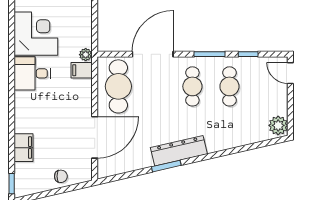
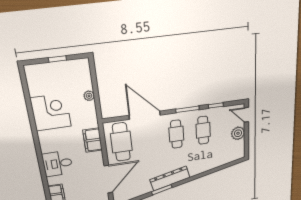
door: (153, 54) -> (145, 115), hinge flipped
plant: (86, 55) -> (89, 96), moved
filing cabinet: (82, 70) -> (93, 140), width x2.00
desk: (32, 73) -> (57, 164), moved
plant: (278, 125) -> (238, 133), moved

